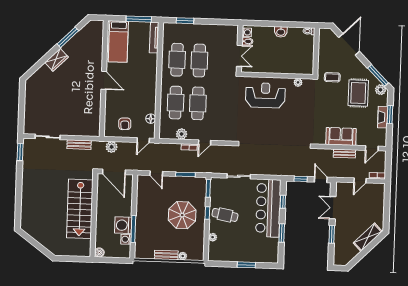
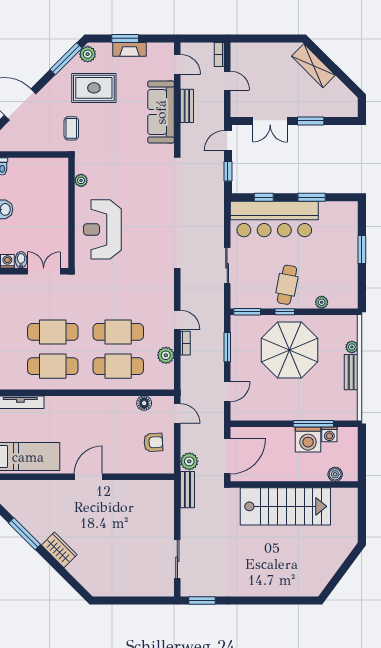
sofa: (341, 136) -> (161, 112), width x1.36
bench: (79, 145) -> (187, 490), moved
parasol: (182, 215) -> (289, 350), width x1.36, depth x1.36
boiler: (99, 252) -> (335, 474), moved

